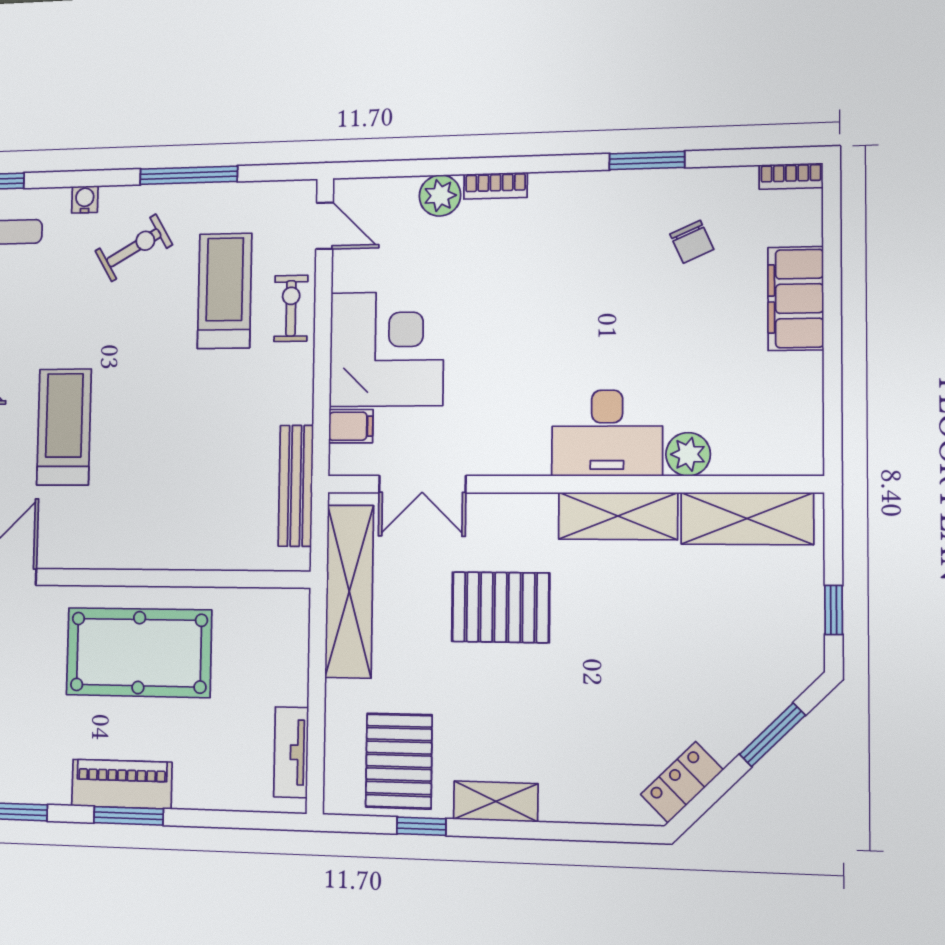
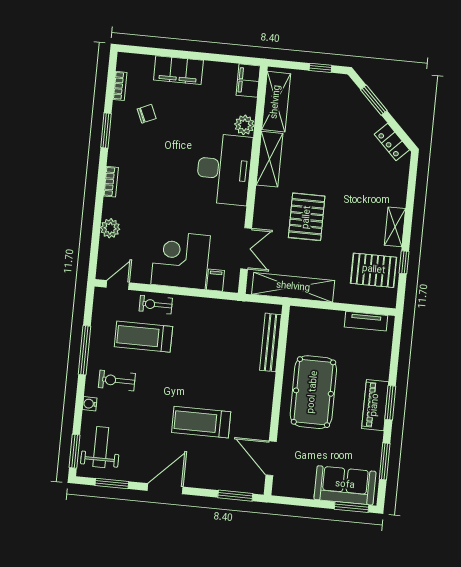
bookcase: (791, 176) -> (120, 86), moved
bookcase: (496, 186) -> (111, 182), moved
exercise bike: (134, 248) -> (117, 380), turned -60
desk: (607, 433) -> (224, 169), width x1.36, depth x1.30
filing cabinet: (788, 453) -> (248, 81), added
bench: (296, 486) -> (271, 342), moved, turned 90

